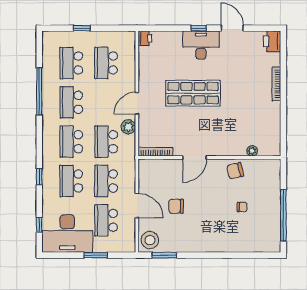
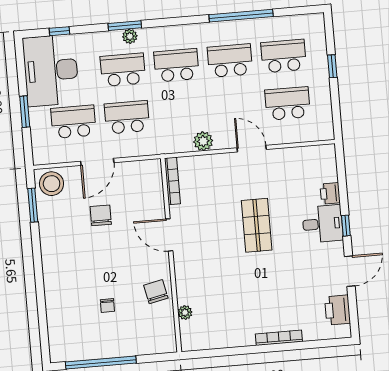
printer: (145, 38) -> (330, 193), moved, turned 90
printer: (272, 41) -> (338, 310), moved, turned -90
desk: (201, 45) -> (323, 224), width x0.73
shop shelf: (193, 93) -> (257, 225), width x0.70, depth x0.74
door: (137, 103) -> (252, 149), moved
school desk: (106, 142) -> (180, 113), removed
plant: (47, 174) -> (130, 36), added
window: (39, 177) -> (125, 26), width x1.50

